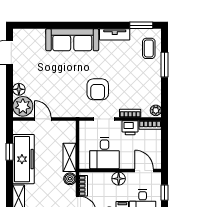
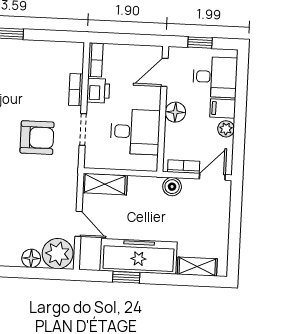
plant: (156, 110) -> (73, 50), removed
door: (43, 119) -> (78, 224), swing flipped
shelving: (69, 157) -> (105, 184), moved

